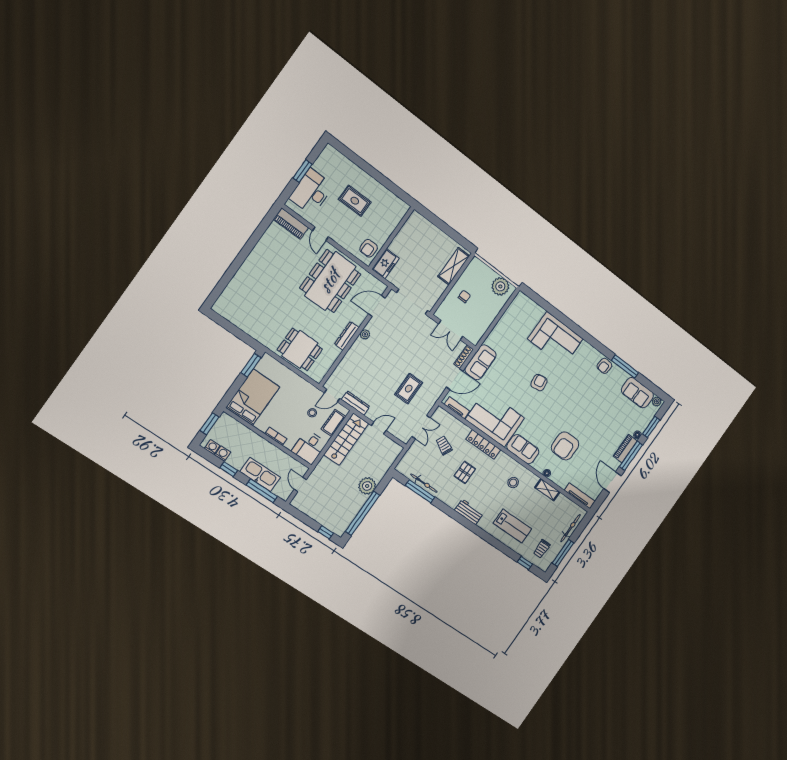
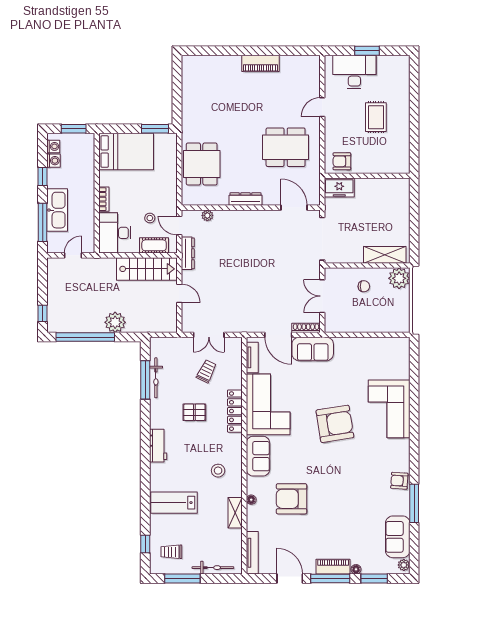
piano: (291, 224) -> (260, 63), moved, turned -90
dining table: (330, 281) -> (286, 147), width x0.73, depth x0.80
plant: (500, 286) -> (399, 278), moved
plant: (365, 334) -> (207, 215), moved
armchair: (539, 383) -> (335, 424), width x1.88, depth x1.88
rug: (409, 389) -> (237, 295), removed
desk: (309, 447) -> (115, 233), width x1.37
door: (612, 482) -> (290, 579), hinge flipped
lab bench: (512, 526) -> (174, 503), turned 90

